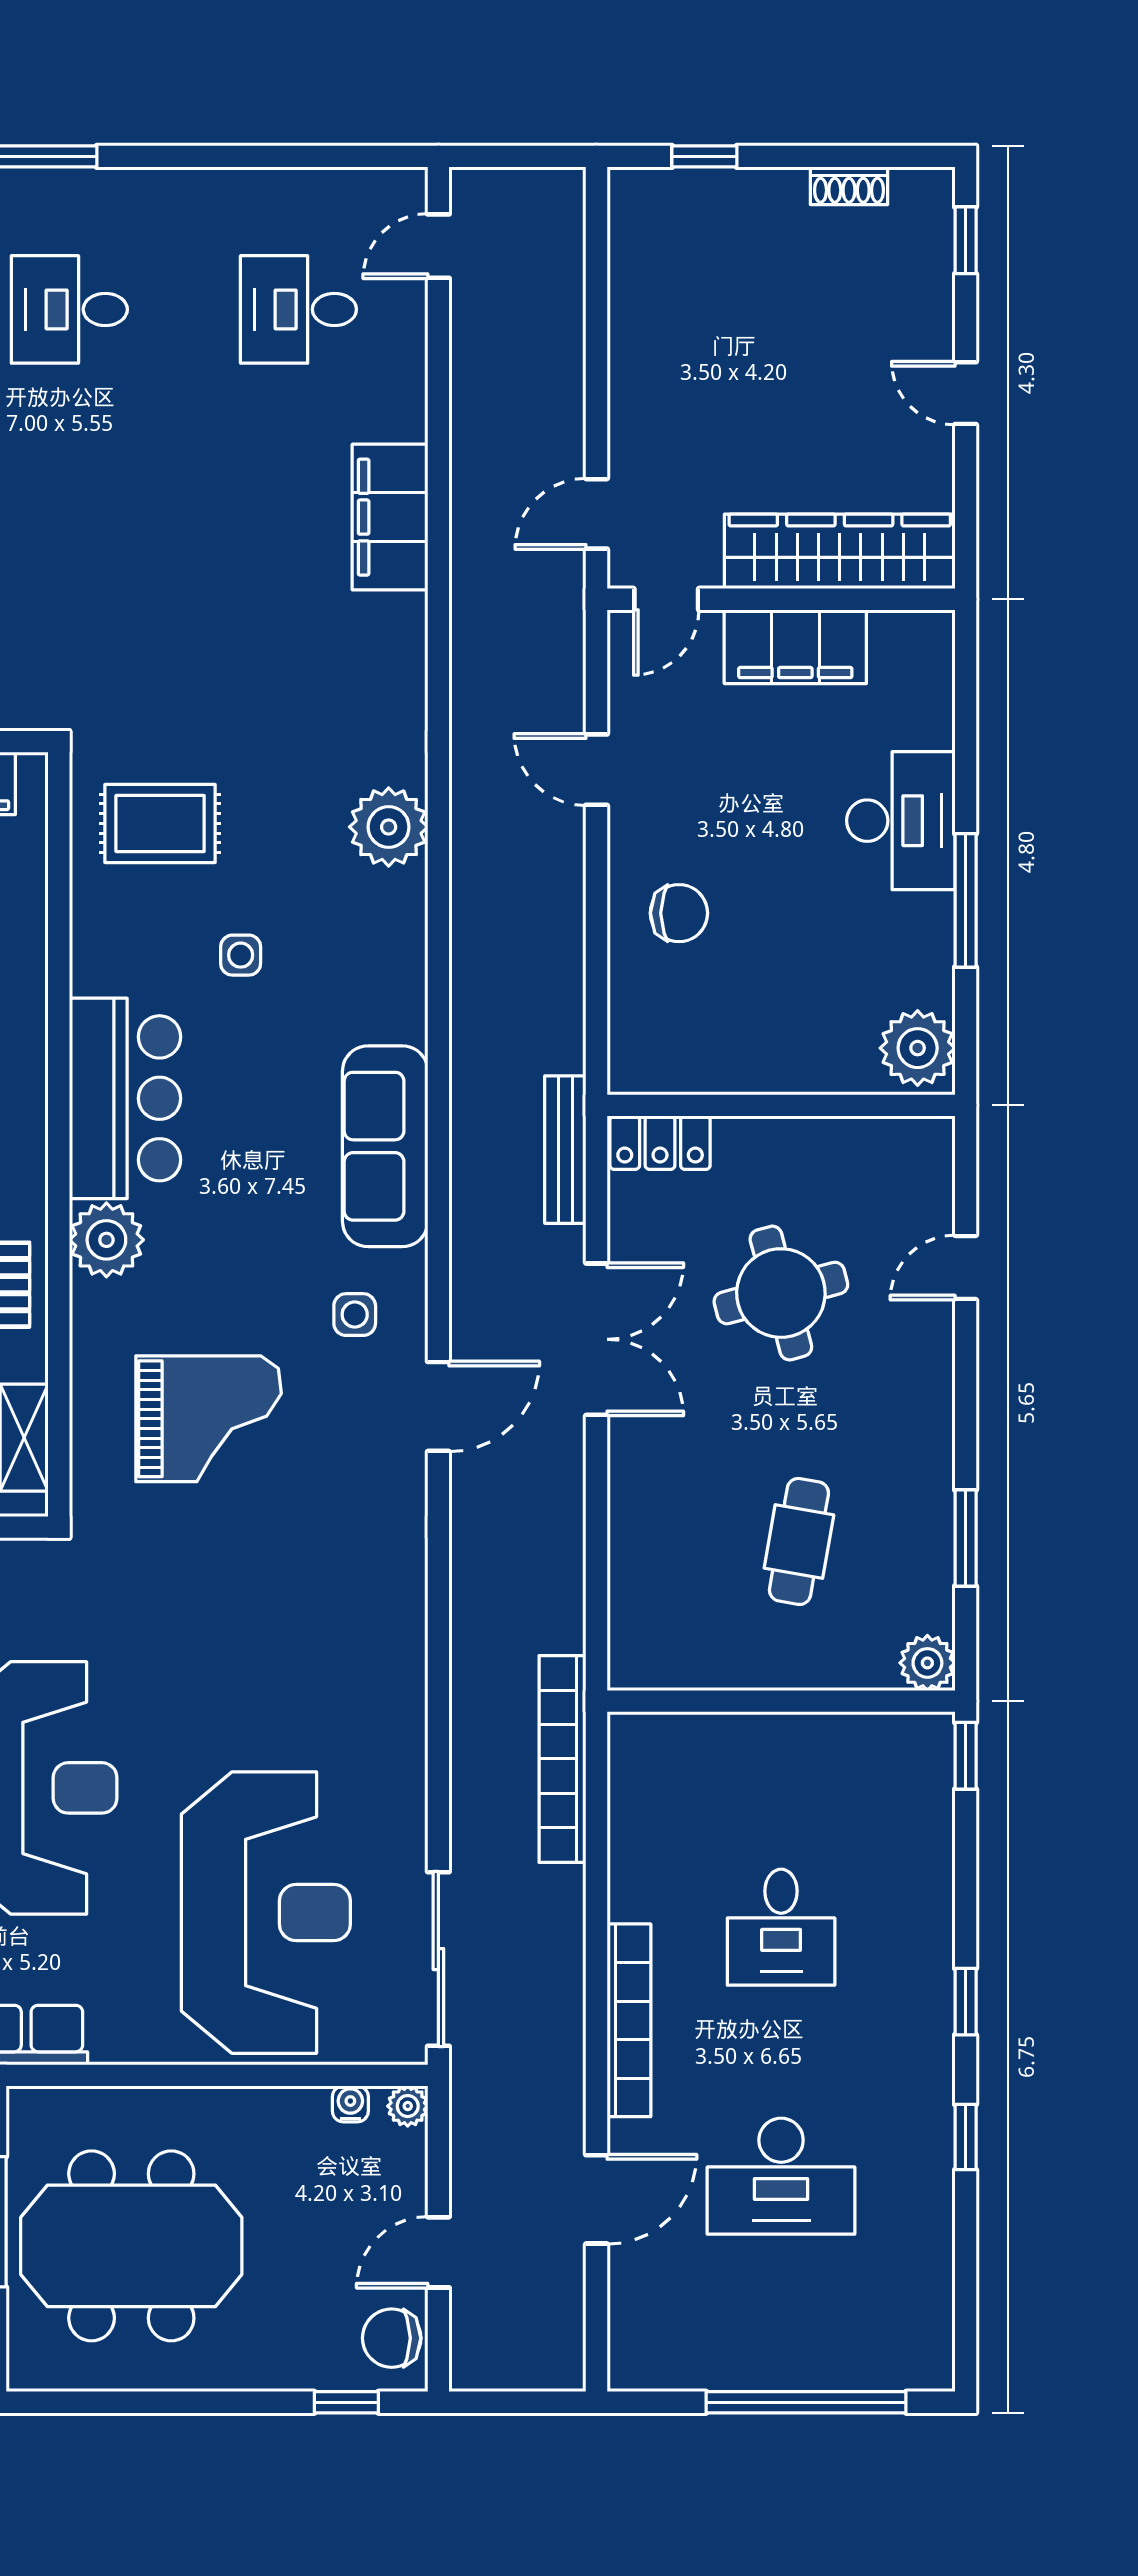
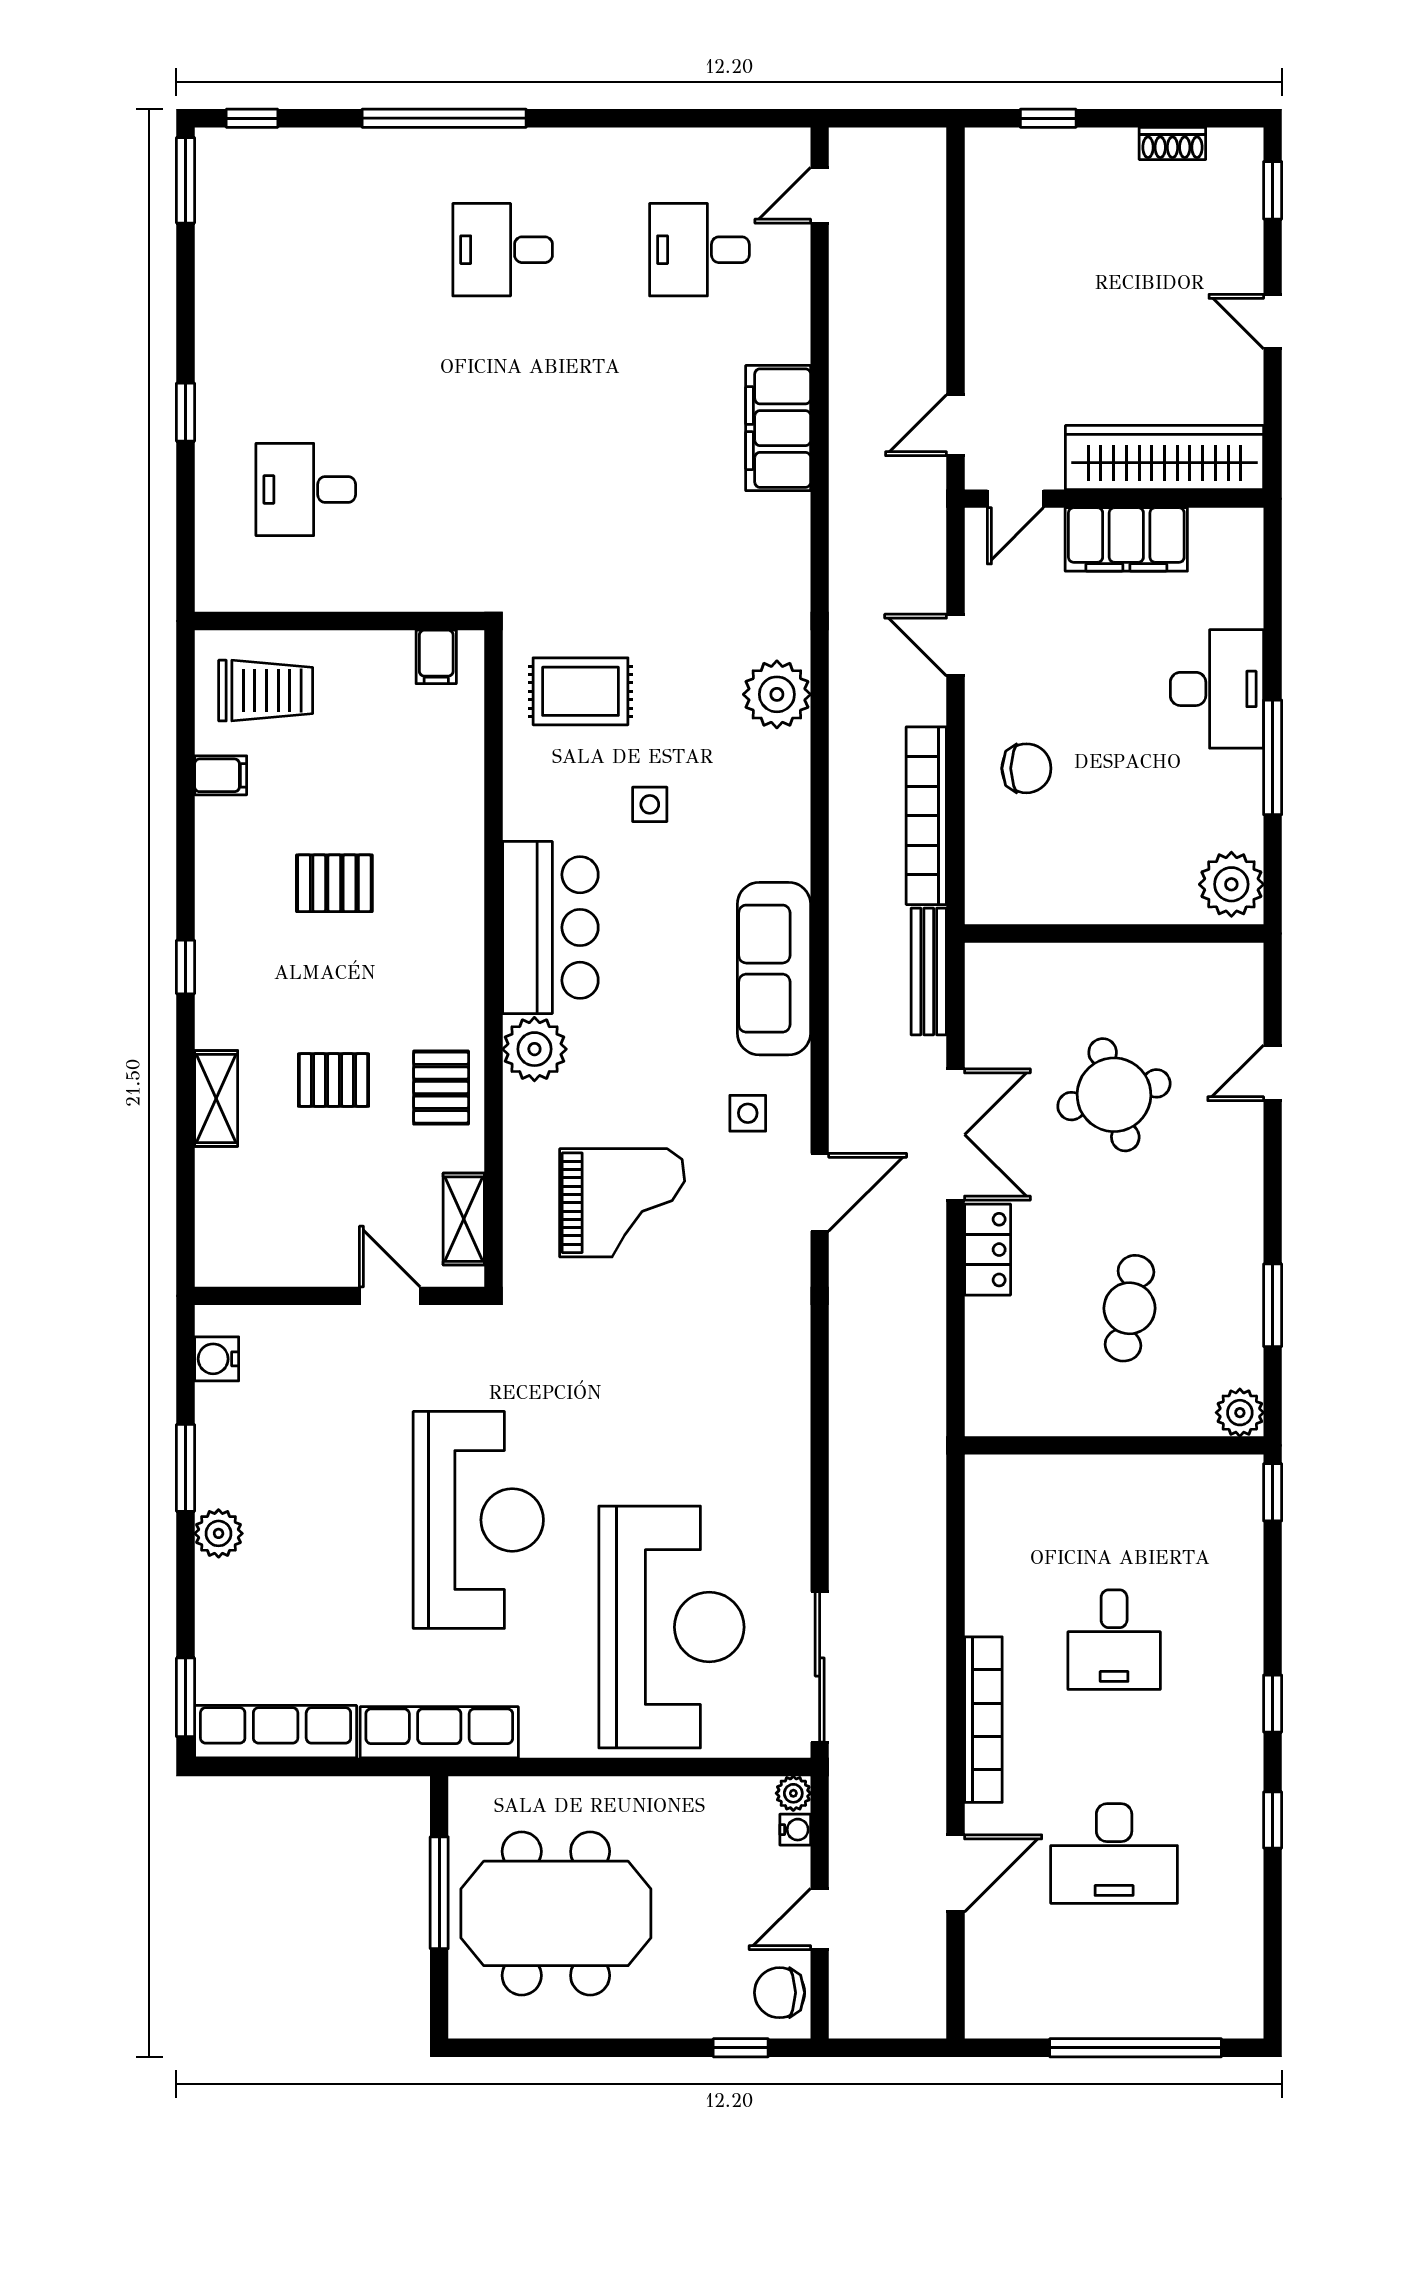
locker: (660, 1143) -> (988, 1250), moved, turned -90
bookcase: (562, 1759) -> (926, 816), moved
water cooler: (350, 2104) -> (795, 1830), moved, turned 90

